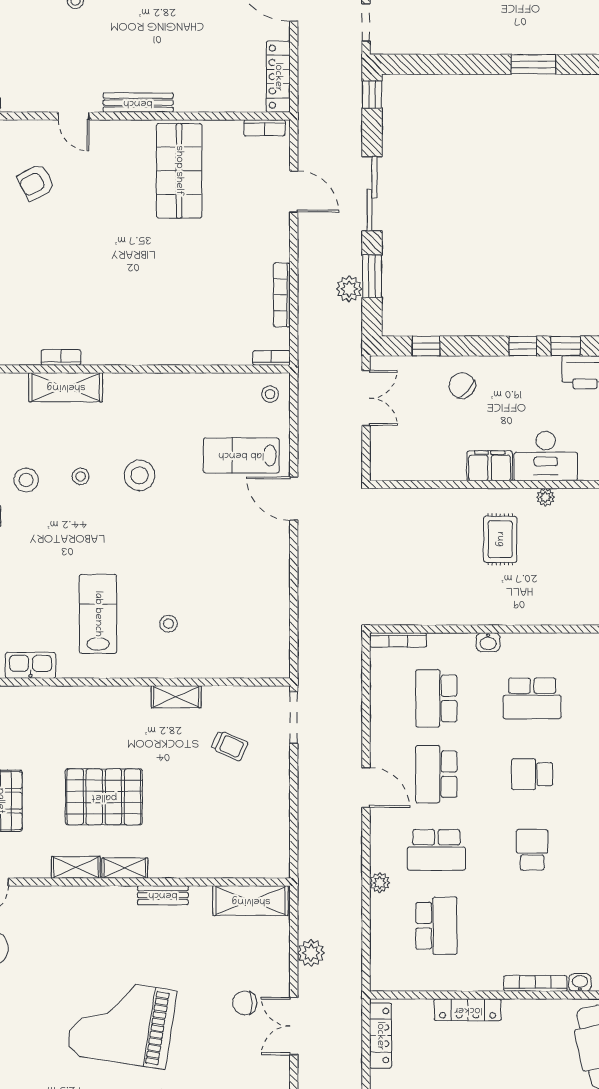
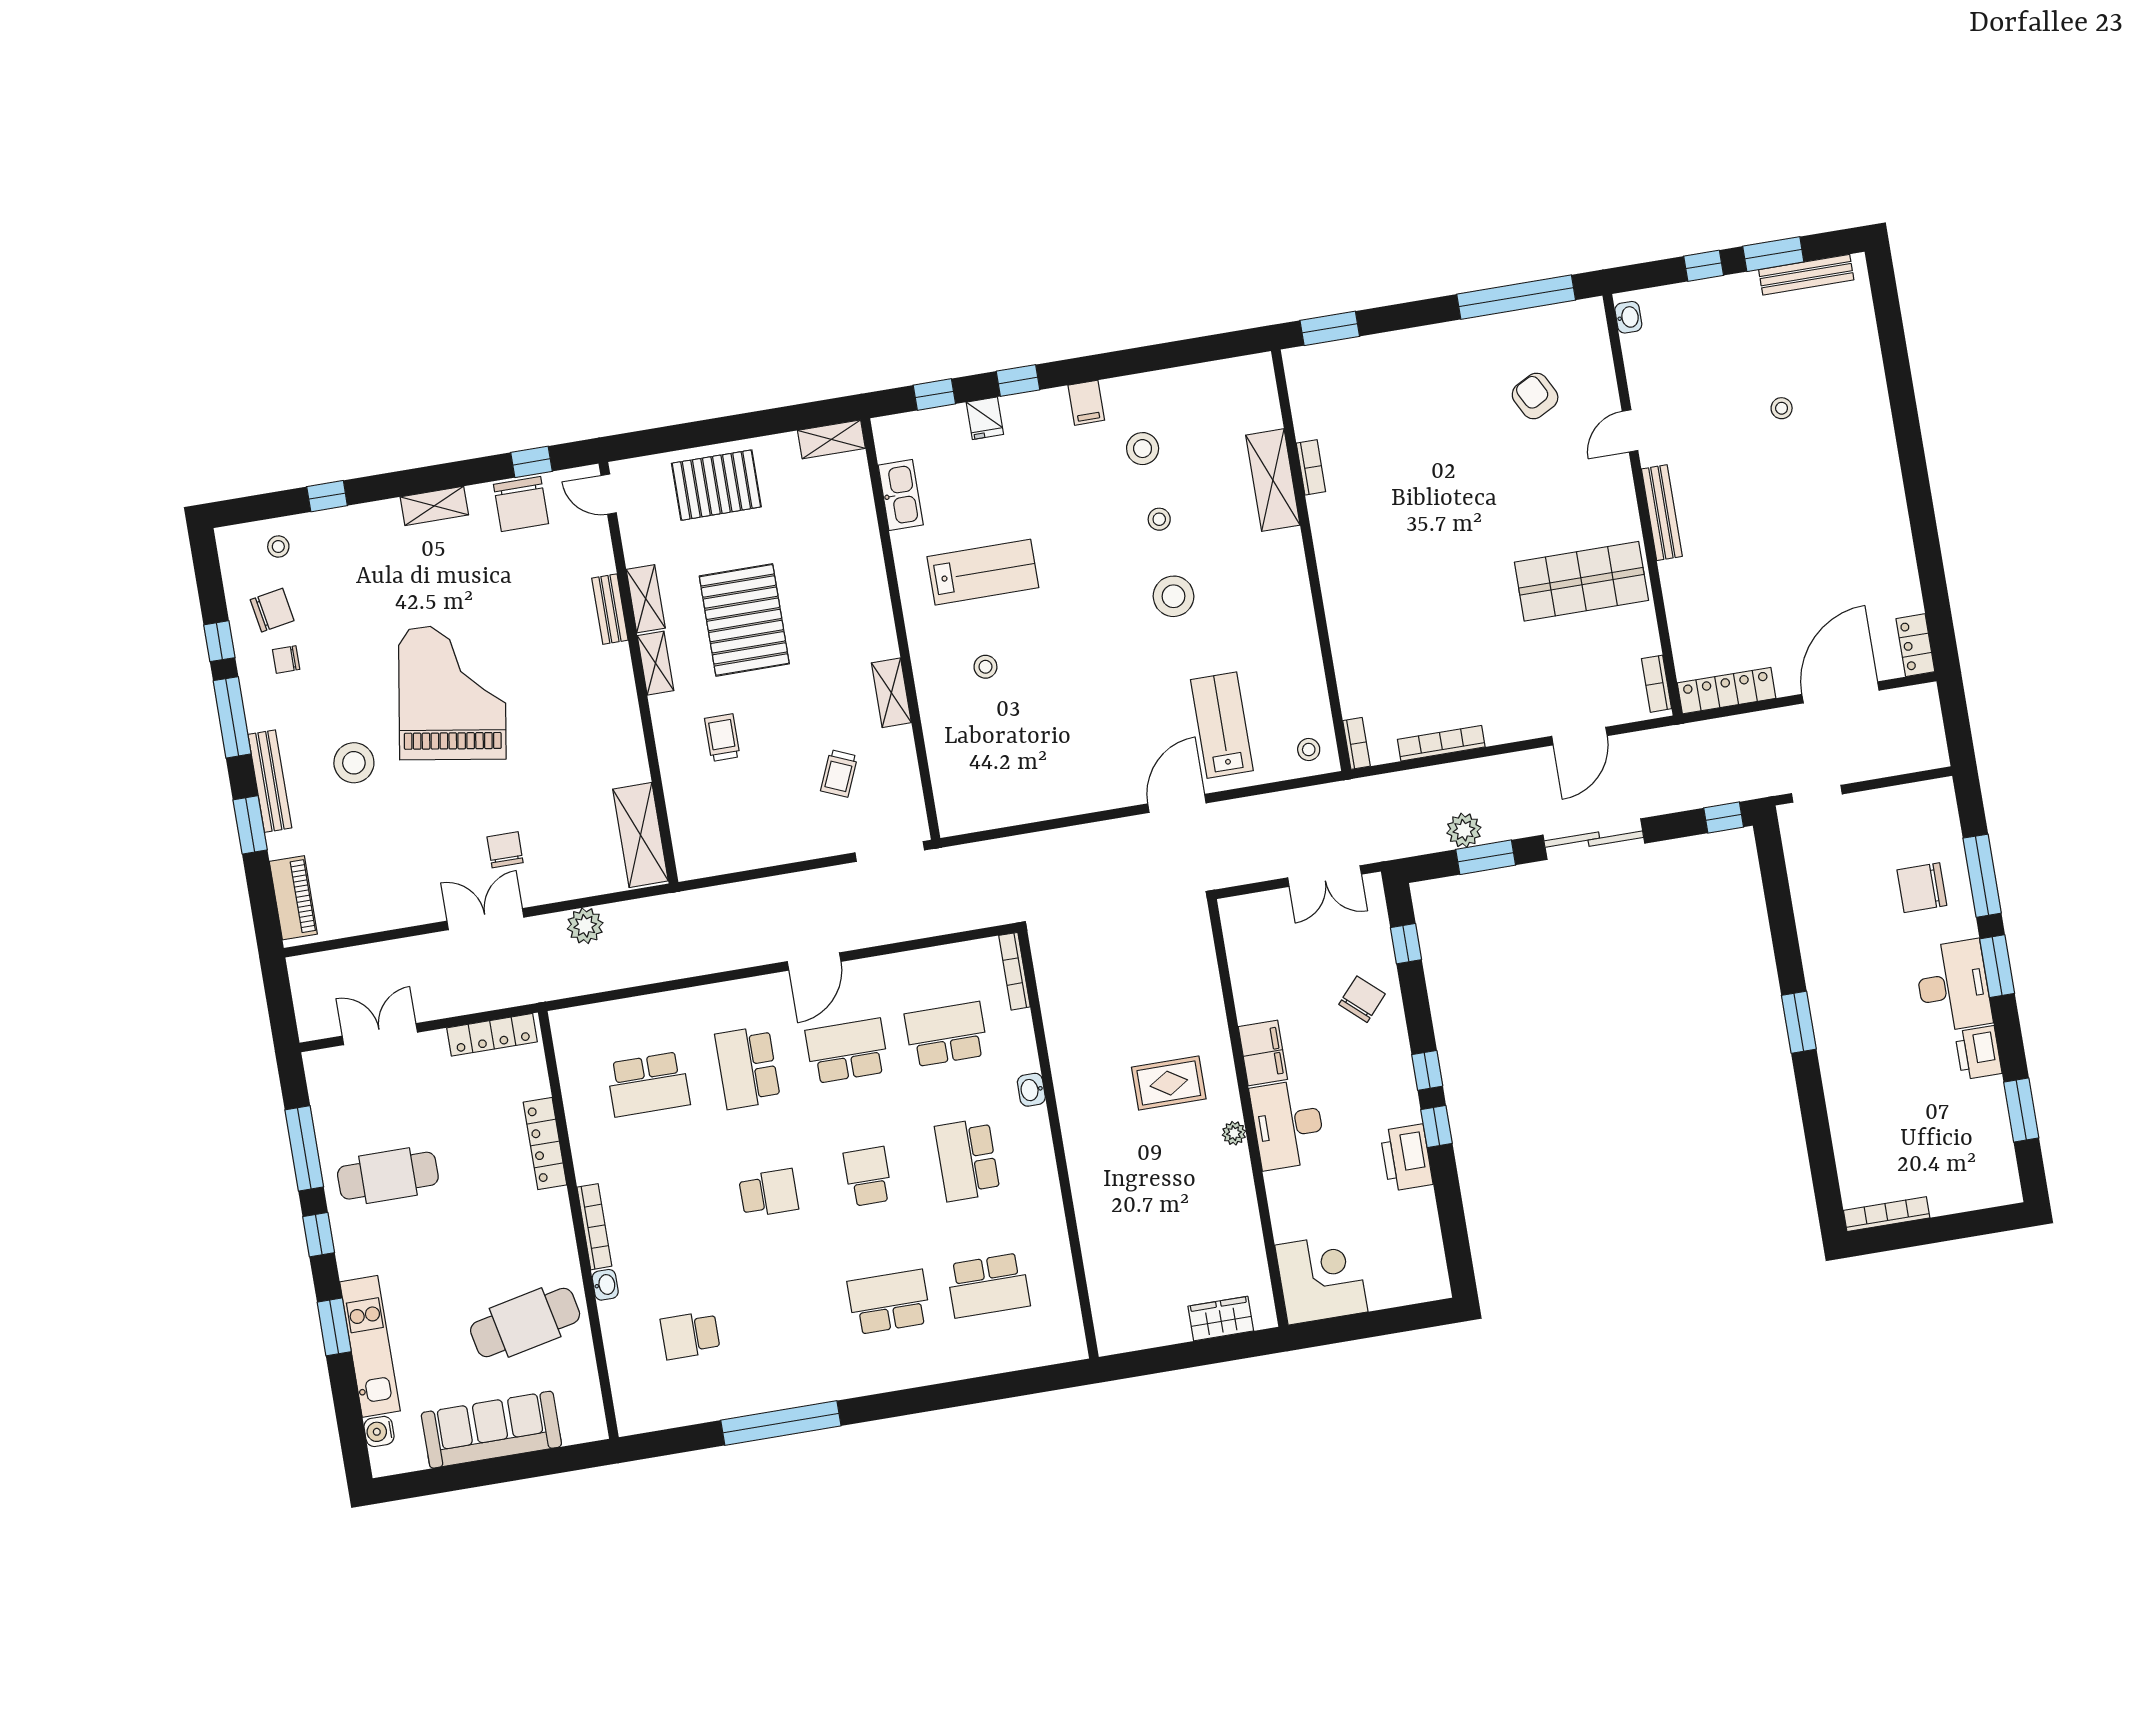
trolley: (188, 828) -> (722, 738), added
plant: (380, 883) -> (692, 1000), removed
bench: (163, 895) -> (610, 609), moved

